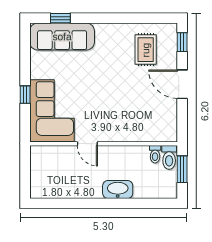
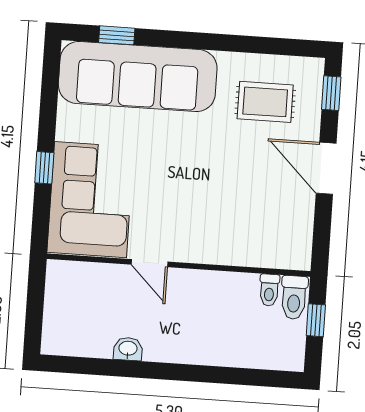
sofa: (62, 37) -> (138, 76), width x1.36, depth x1.27
rug: (146, 50) -> (265, 102), turned 90
window: (182, 169) -> (316, 320), width x0.67
washbasin: (118, 190) -> (128, 349), moved, width x0.52, depth x0.69

